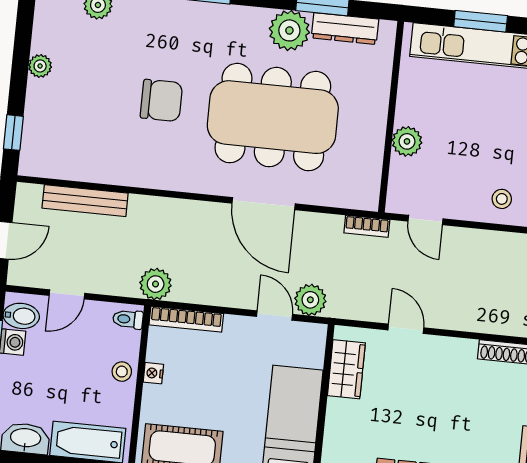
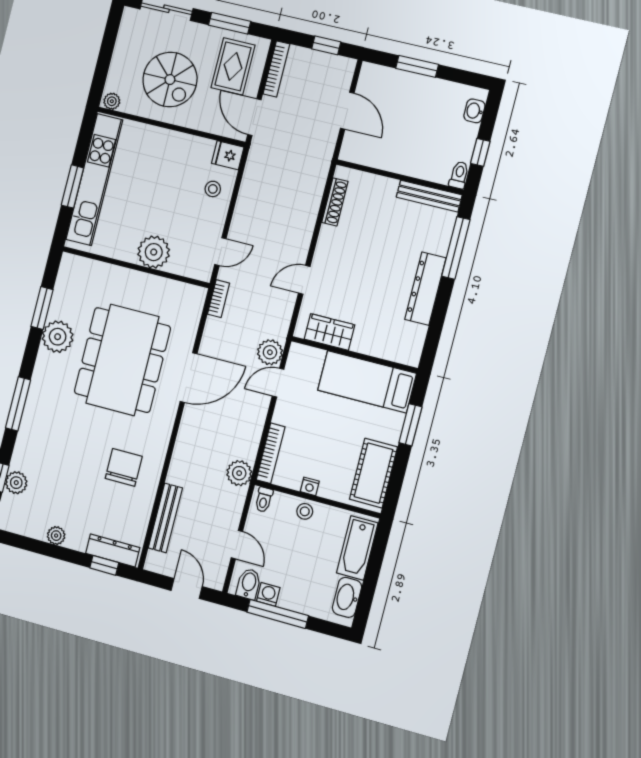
dresser: (345, 29) -> (113, 550), moved, turned -90
chair: (161, 100) -> (124, 467), moved
plant: (407, 141) -> (154, 252), width x1.36, depth x1.36

